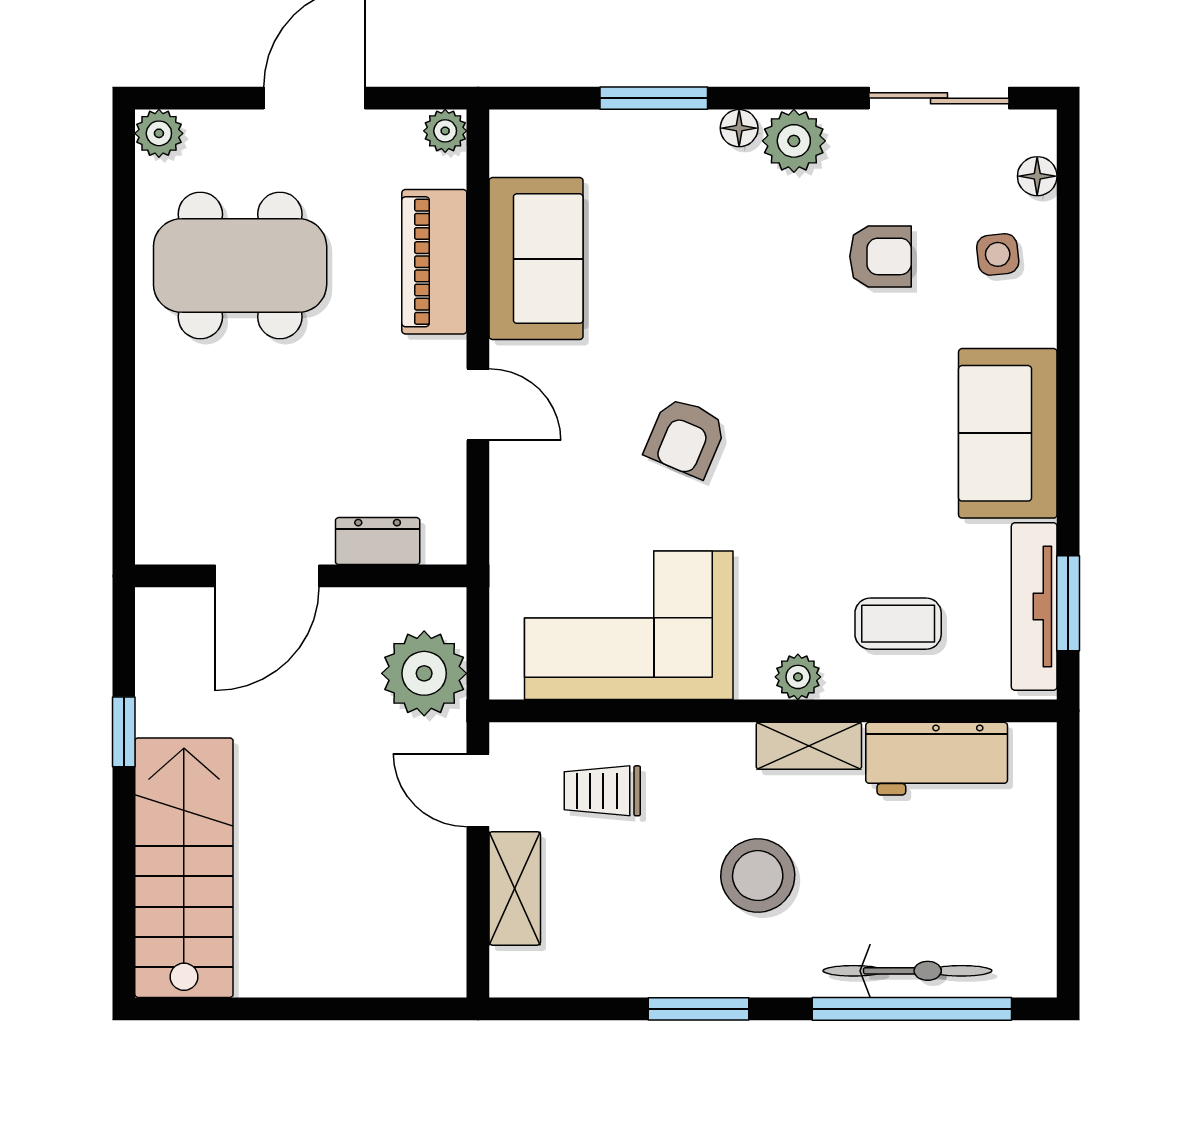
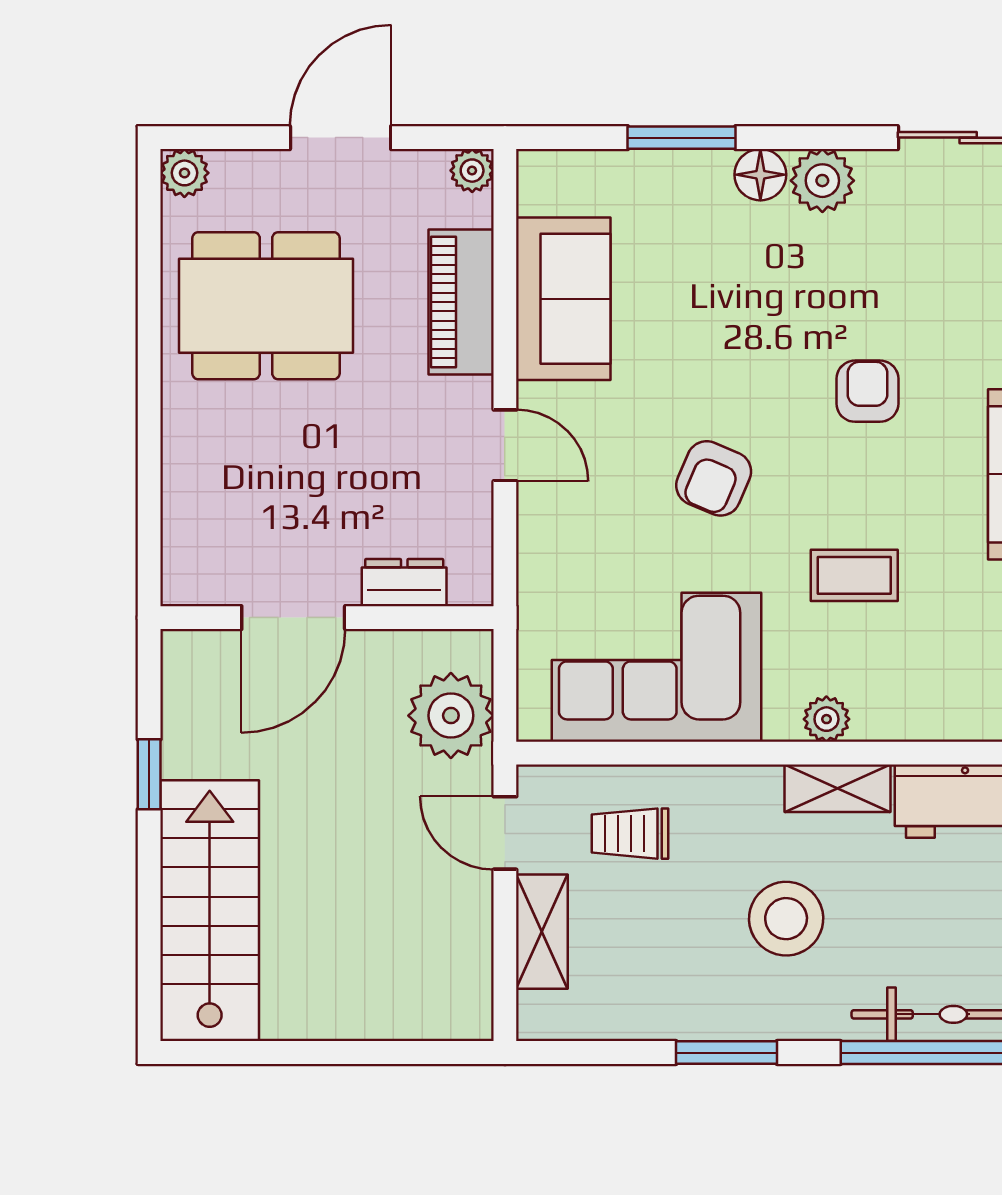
floor lamp: (739, 128) -> (760, 175), width x1.37, depth x1.37
armchair: (881, 256) -> (867, 391), moved, turned -90
coffee table: (898, 624) -> (854, 575), moved

